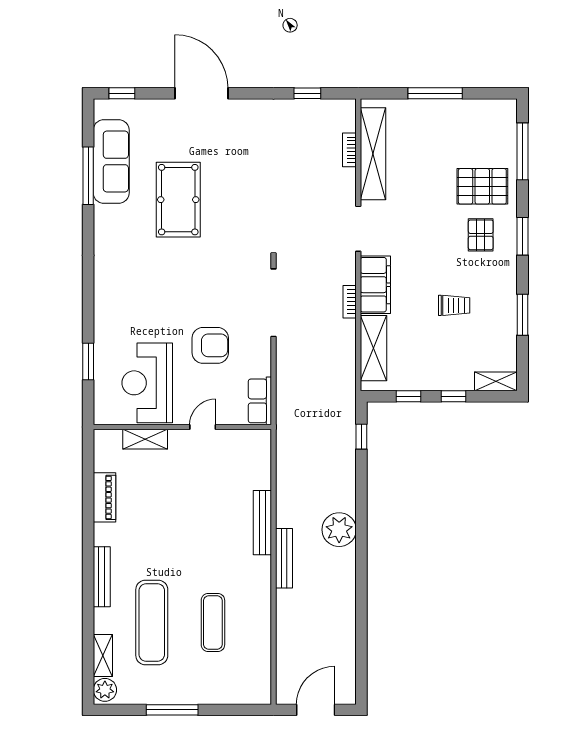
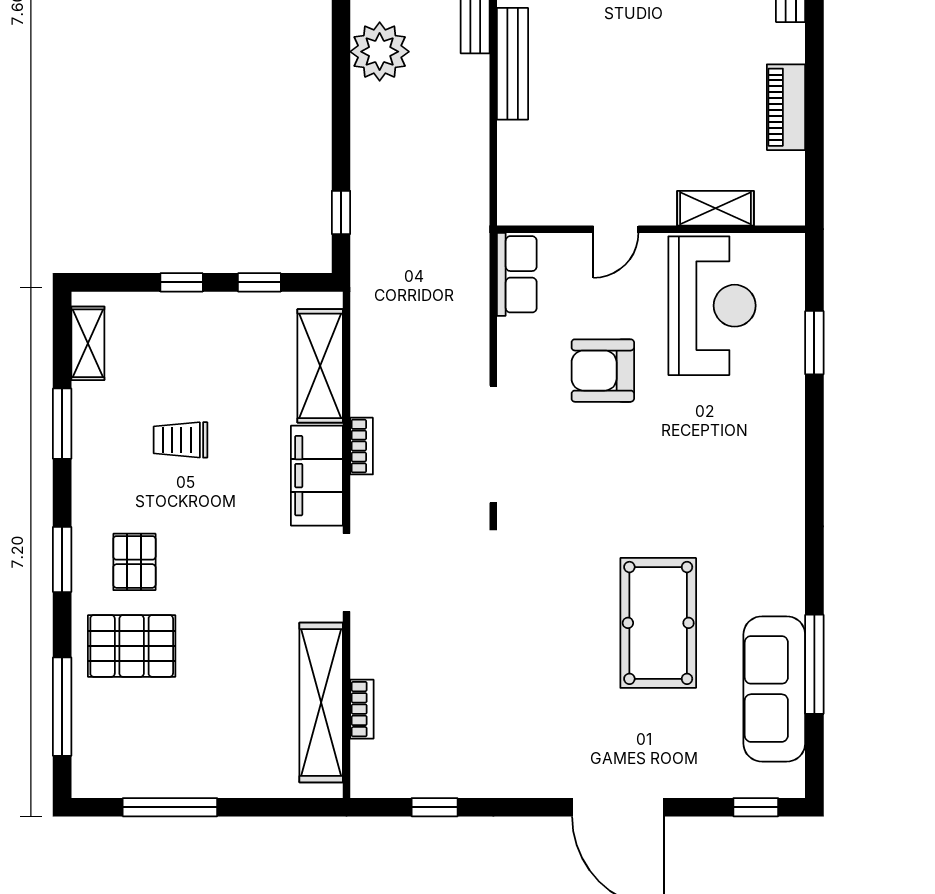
window: (435, 93) -> (170, 807), moved
shelving: (496, 381) -> (88, 343), moved, turned 90

